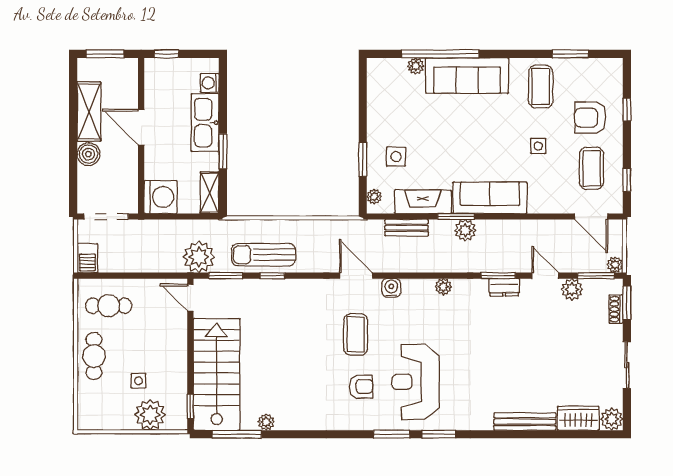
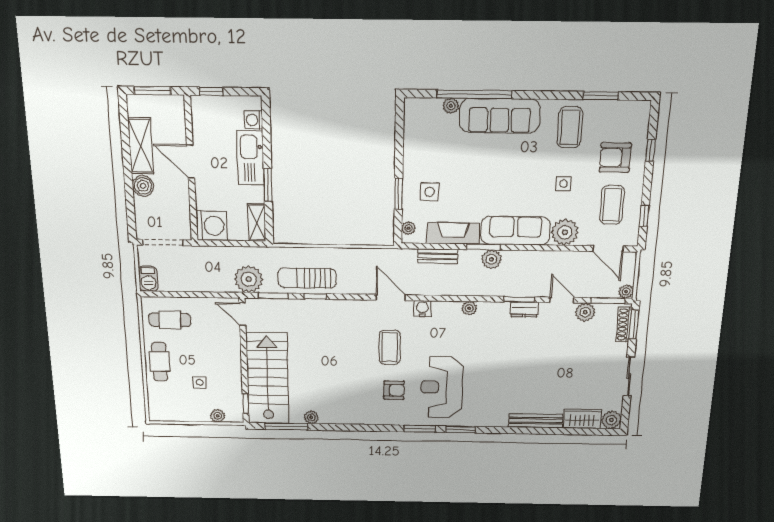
plant: (543, 199) -> (565, 232), added
shoe rack: (616, 309) -> (624, 324), width x1.43
plant: (150, 415) -> (218, 416), width x0.53, depth x0.53

